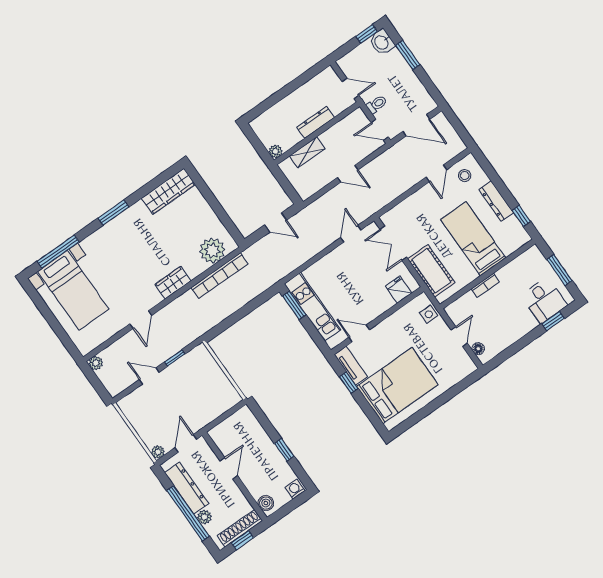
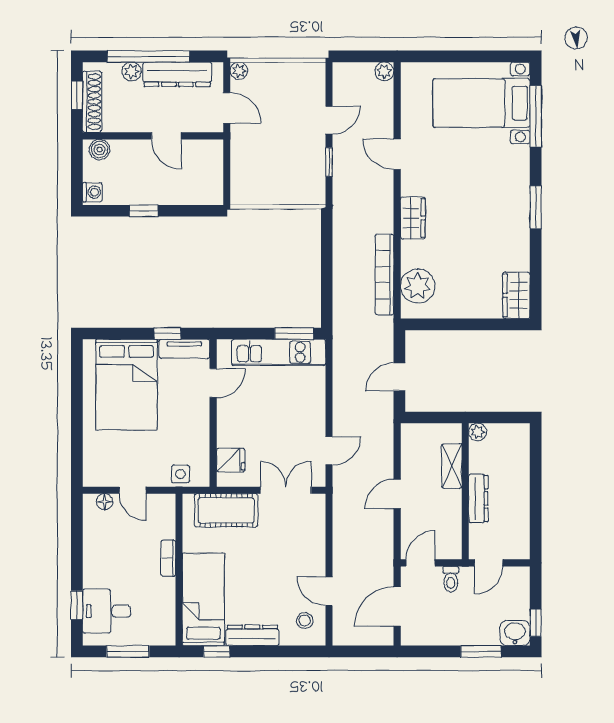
wardrobe: (168, 191) -> (516, 295), width x0.67
door: (351, 234) -> (329, 451), hinge flipped
bed: (473, 239) -> (203, 599), moved, turned -90

